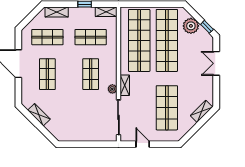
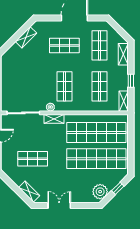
plant: (191, 26) -> (100, 192), moved
window: (207, 27) -> (118, 188), moved
double door: (216, 63) -> (59, 206), moved
shop shelf: (91, 74) -> (64, 86), turned 90
shop shelf: (167, 108) -> (33, 159), width x0.70, depth x0.74

